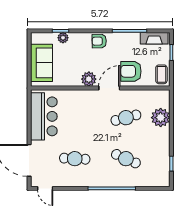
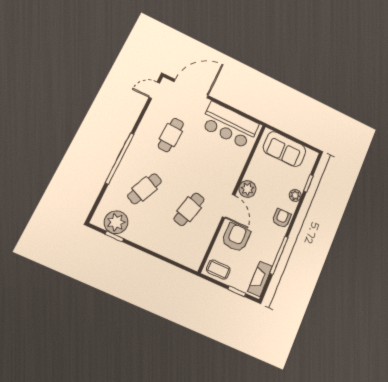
plant: (63, 38) -> (295, 195), moved
cafe table: (126, 118) -> (189, 209), turned 30
plant: (161, 118) -> (116, 222), moved

